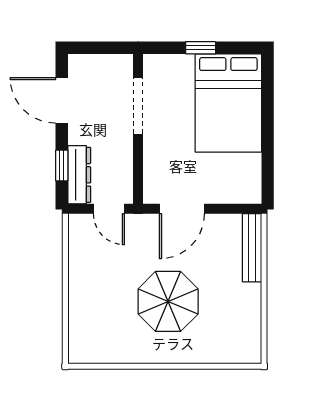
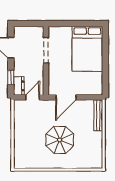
window: (201, 48) -> (75, 24), removed
dresser: (79, 175) -> (19, 86), width x0.70
door: (109, 209) -> (33, 97), swing flipped

